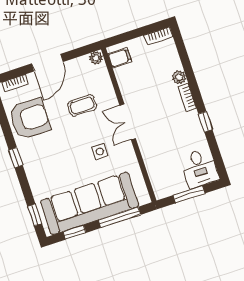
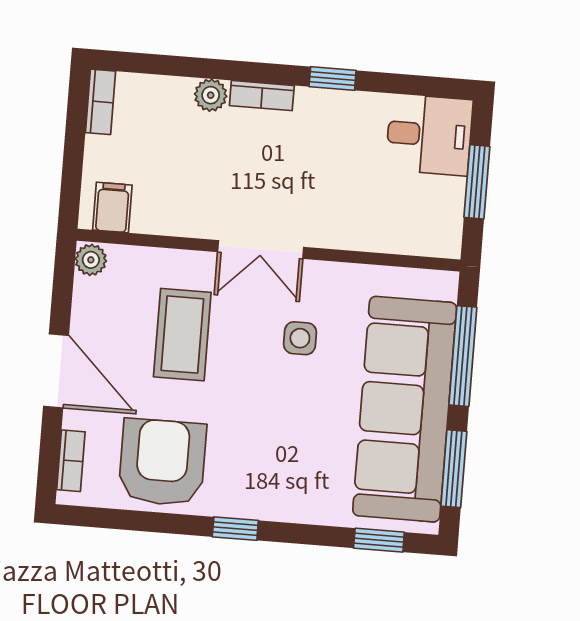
coffee table: (82, 105) -> (182, 335), width x1.36, depth x1.30
window: (75, 232) -> (454, 469), width x1.50

